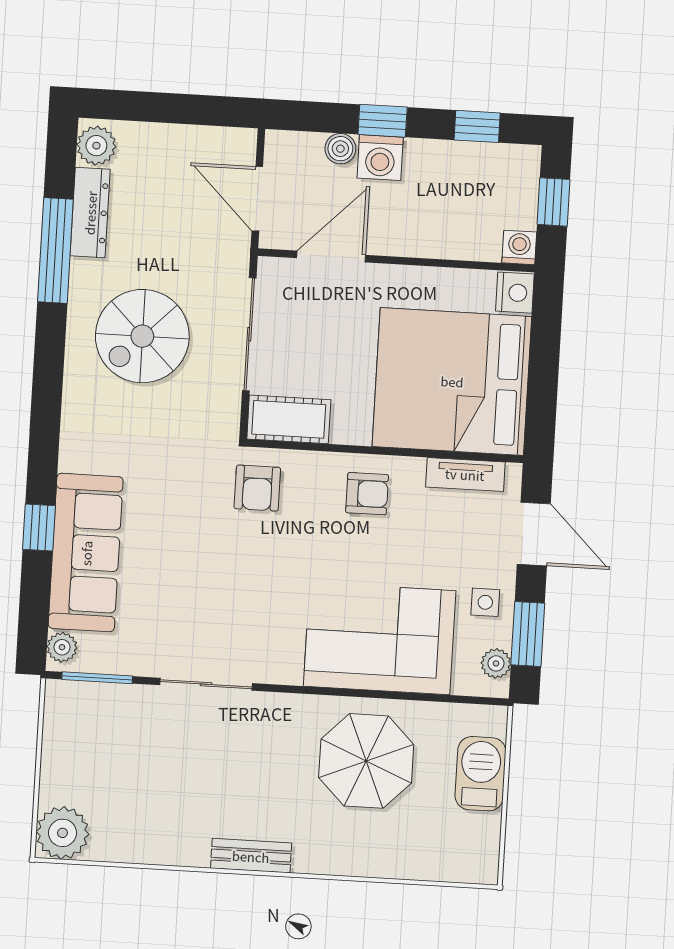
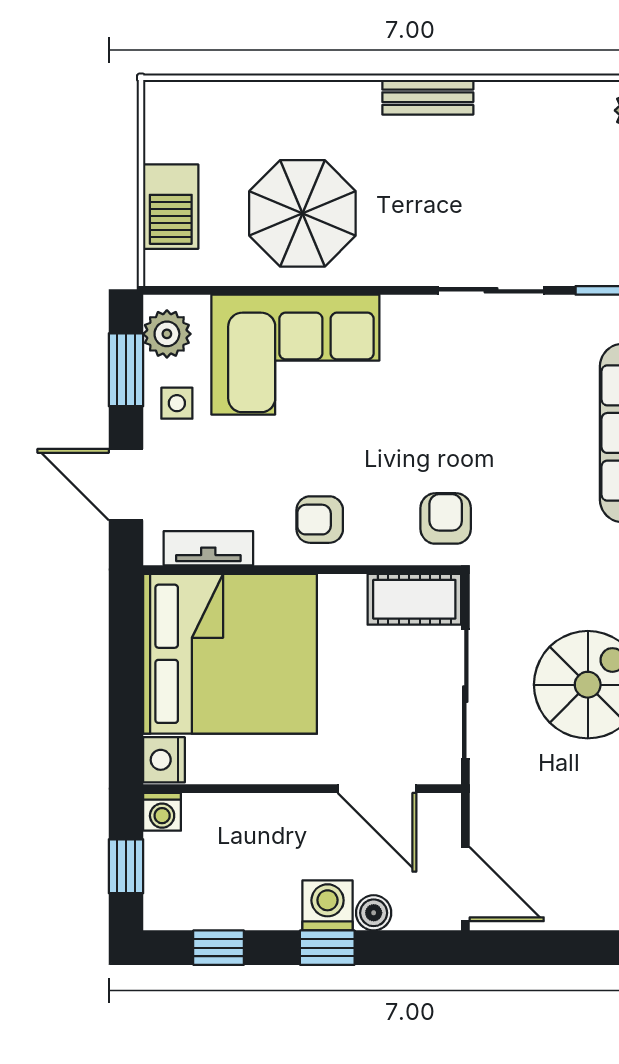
door: (257, 199) -> (465, 884), moved
door: (331, 257) -> (377, 789), hinge flipped
plant: (496, 663) -> (167, 334), width x1.38, depth x1.38

